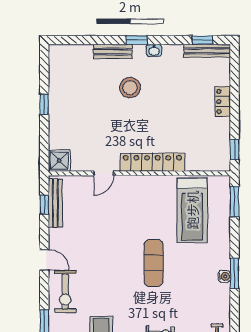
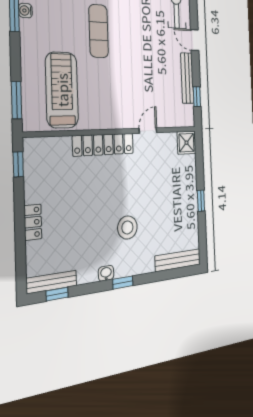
bench: (113, 52) -> (178, 260), moved, width x1.36
bench: (55, 203) -> (187, 78), moved

